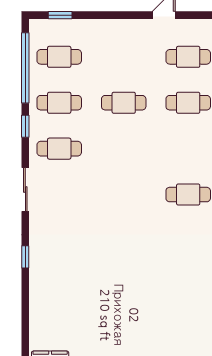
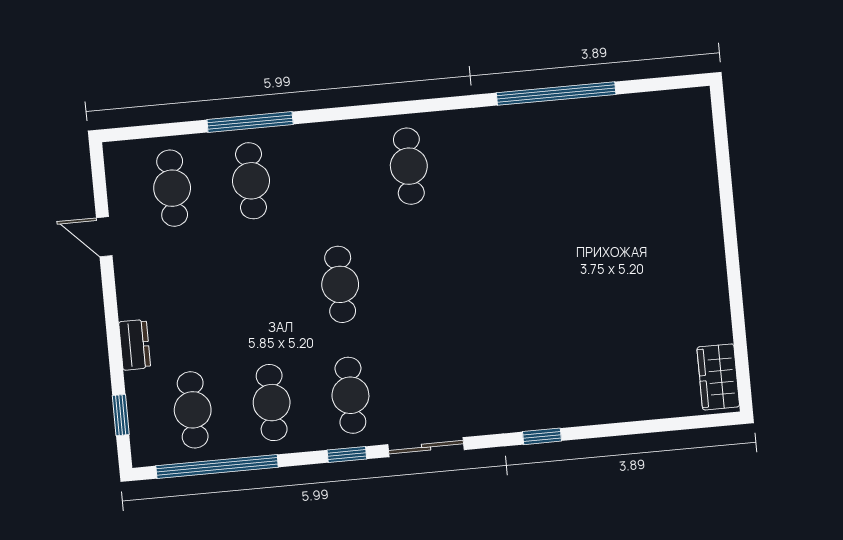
dresser: (100, 27) -> (135, 345), added
cafe table: (124, 103) -> (340, 284), moved
window: (25, 126) -> (347, 454), moved

